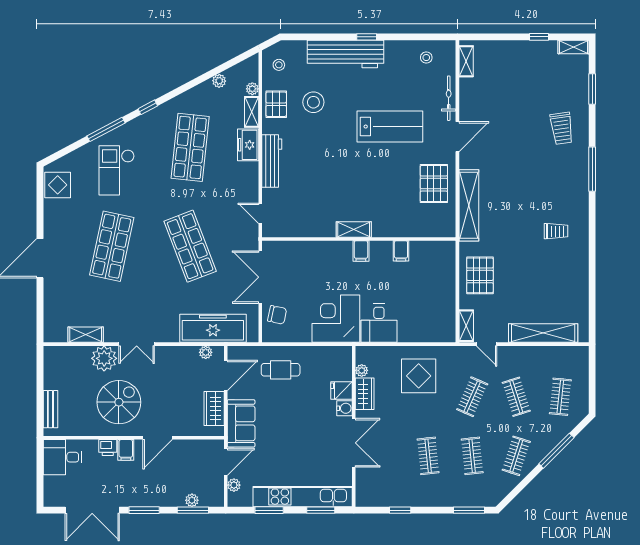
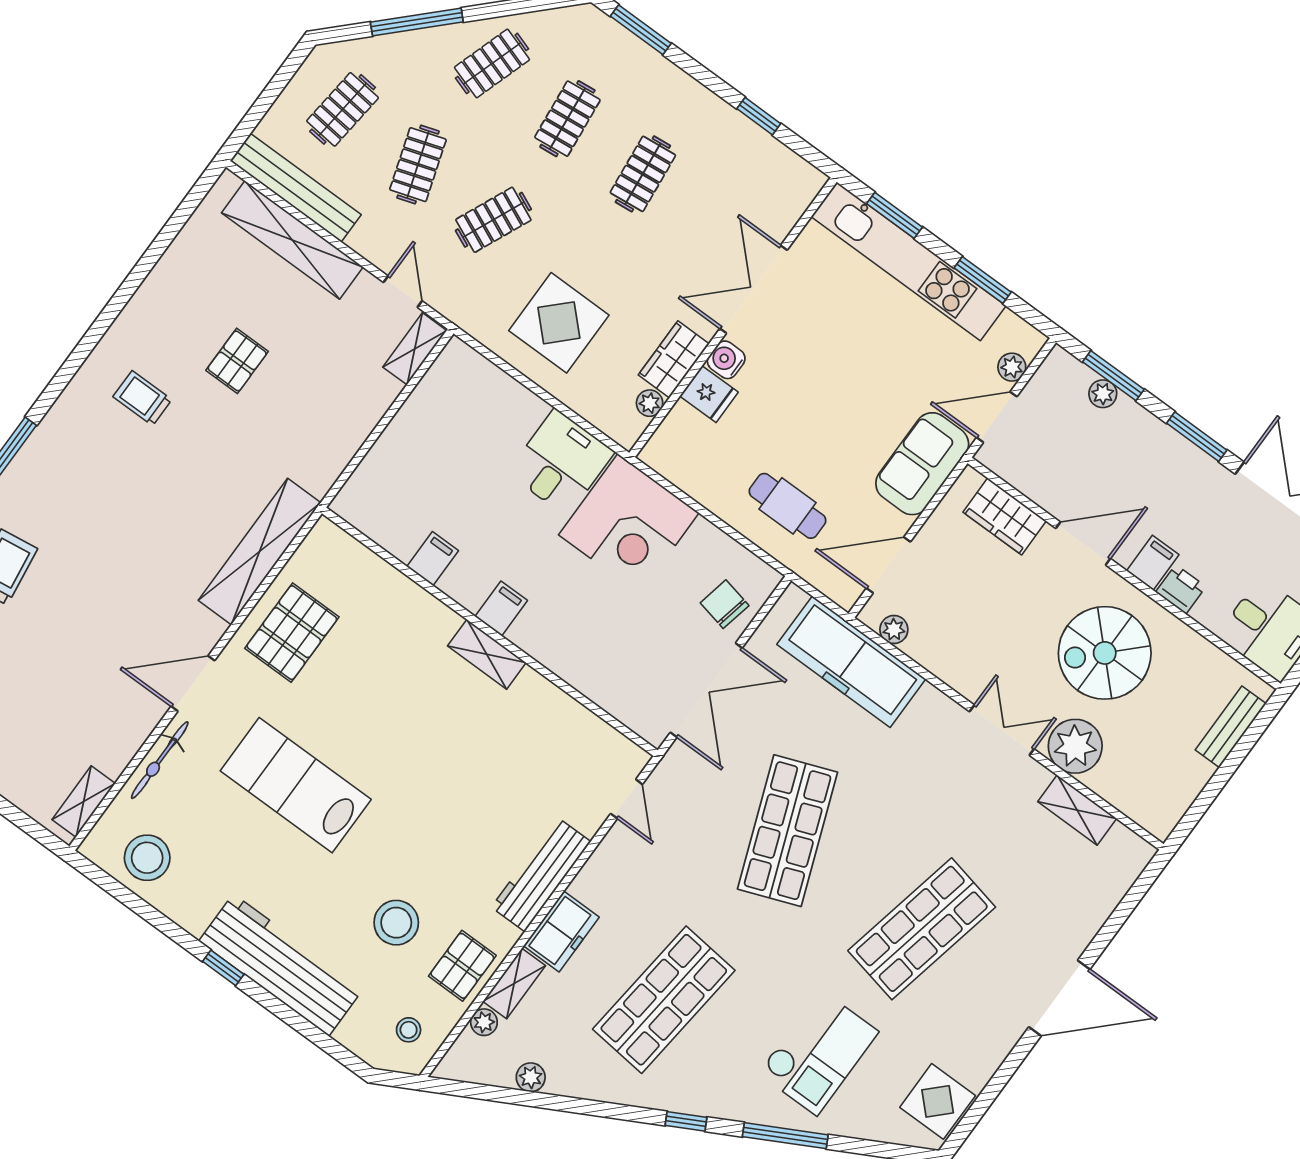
stool: (426, 58) -> (147, 858), width x1.89, depth x1.89
pallet: (480, 275) -> (237, 361), moved, width x0.67, depth x0.71
bench: (556, 354) -> (296, 188), added
wardrobe: (214, 409) -> (1005, 517), moved, turned 90

